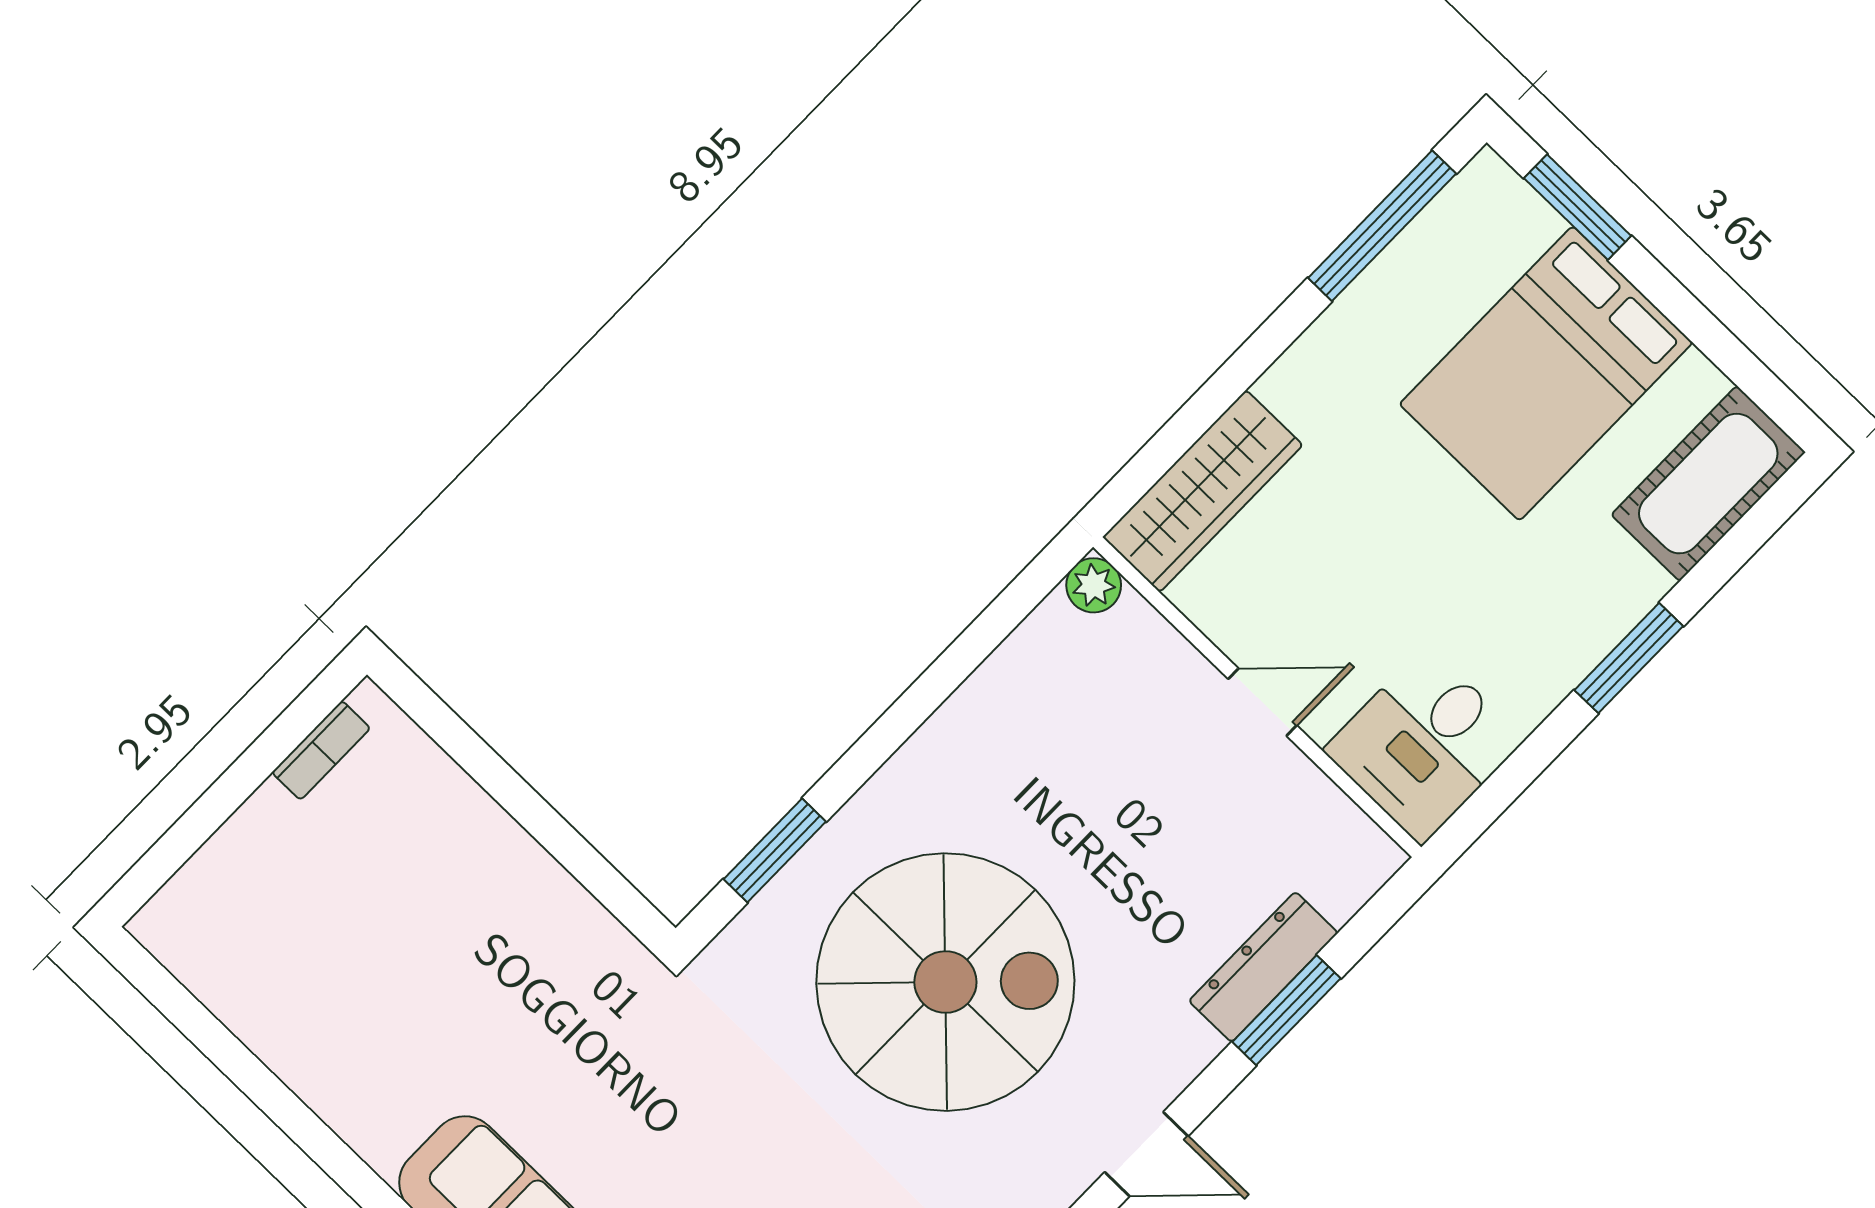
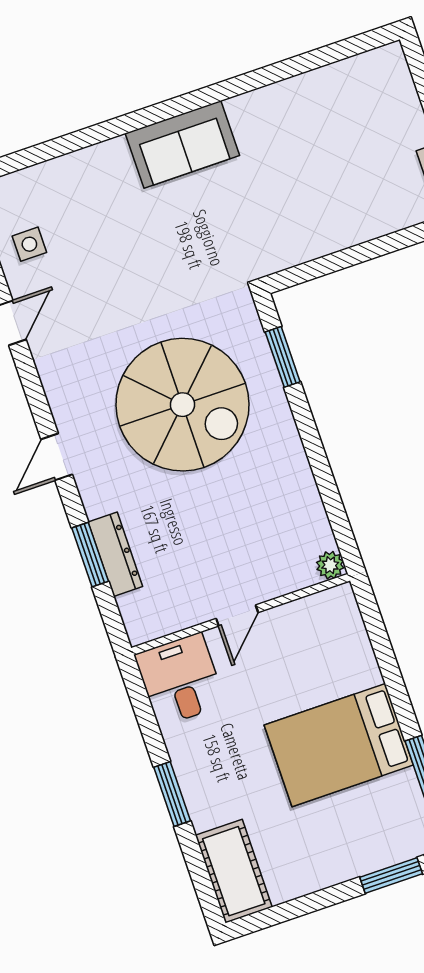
bed: (1546, 373) -> (339, 745), moved, turned -90
wardrobe: (1203, 491) -> (348, 637), removed
spiral stairs: (945, 982) -> (182, 405), turned -90

